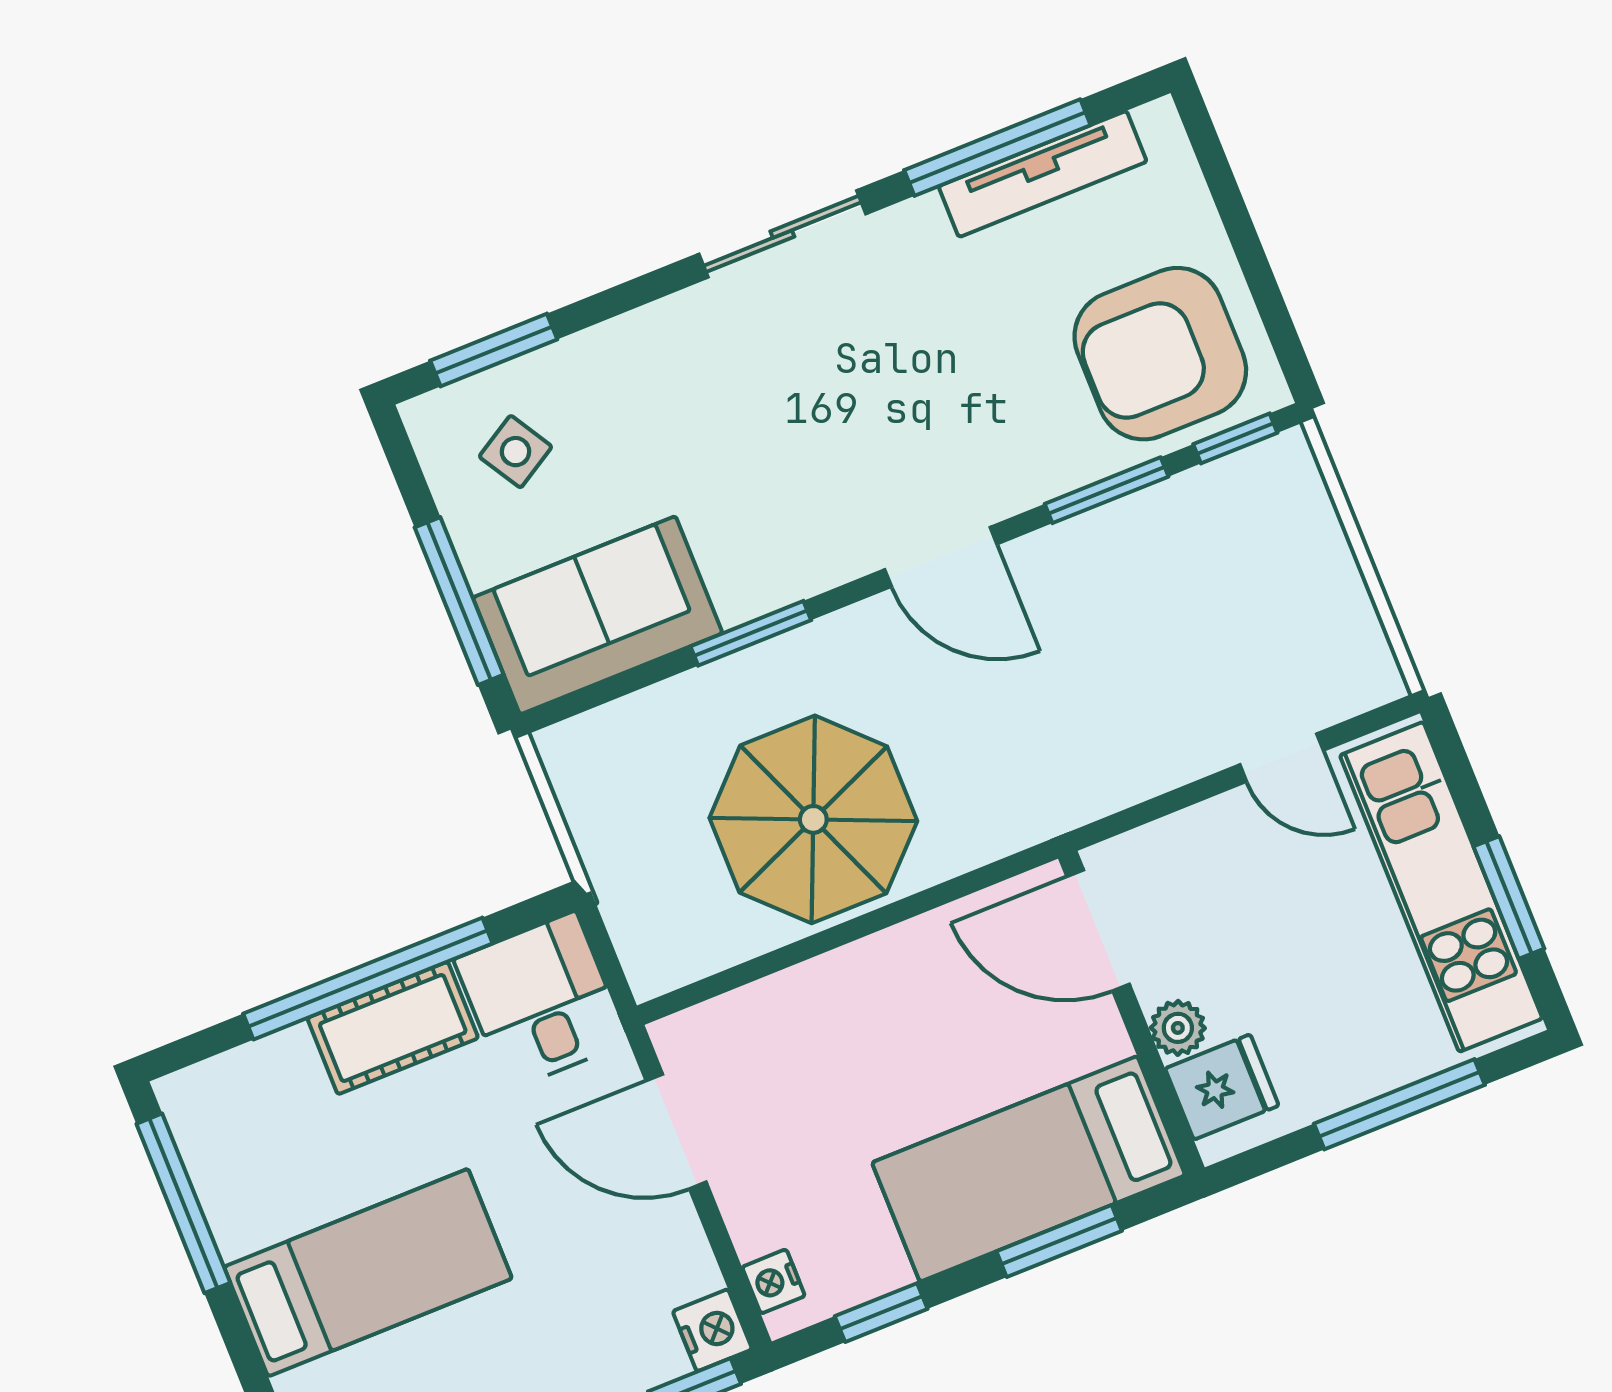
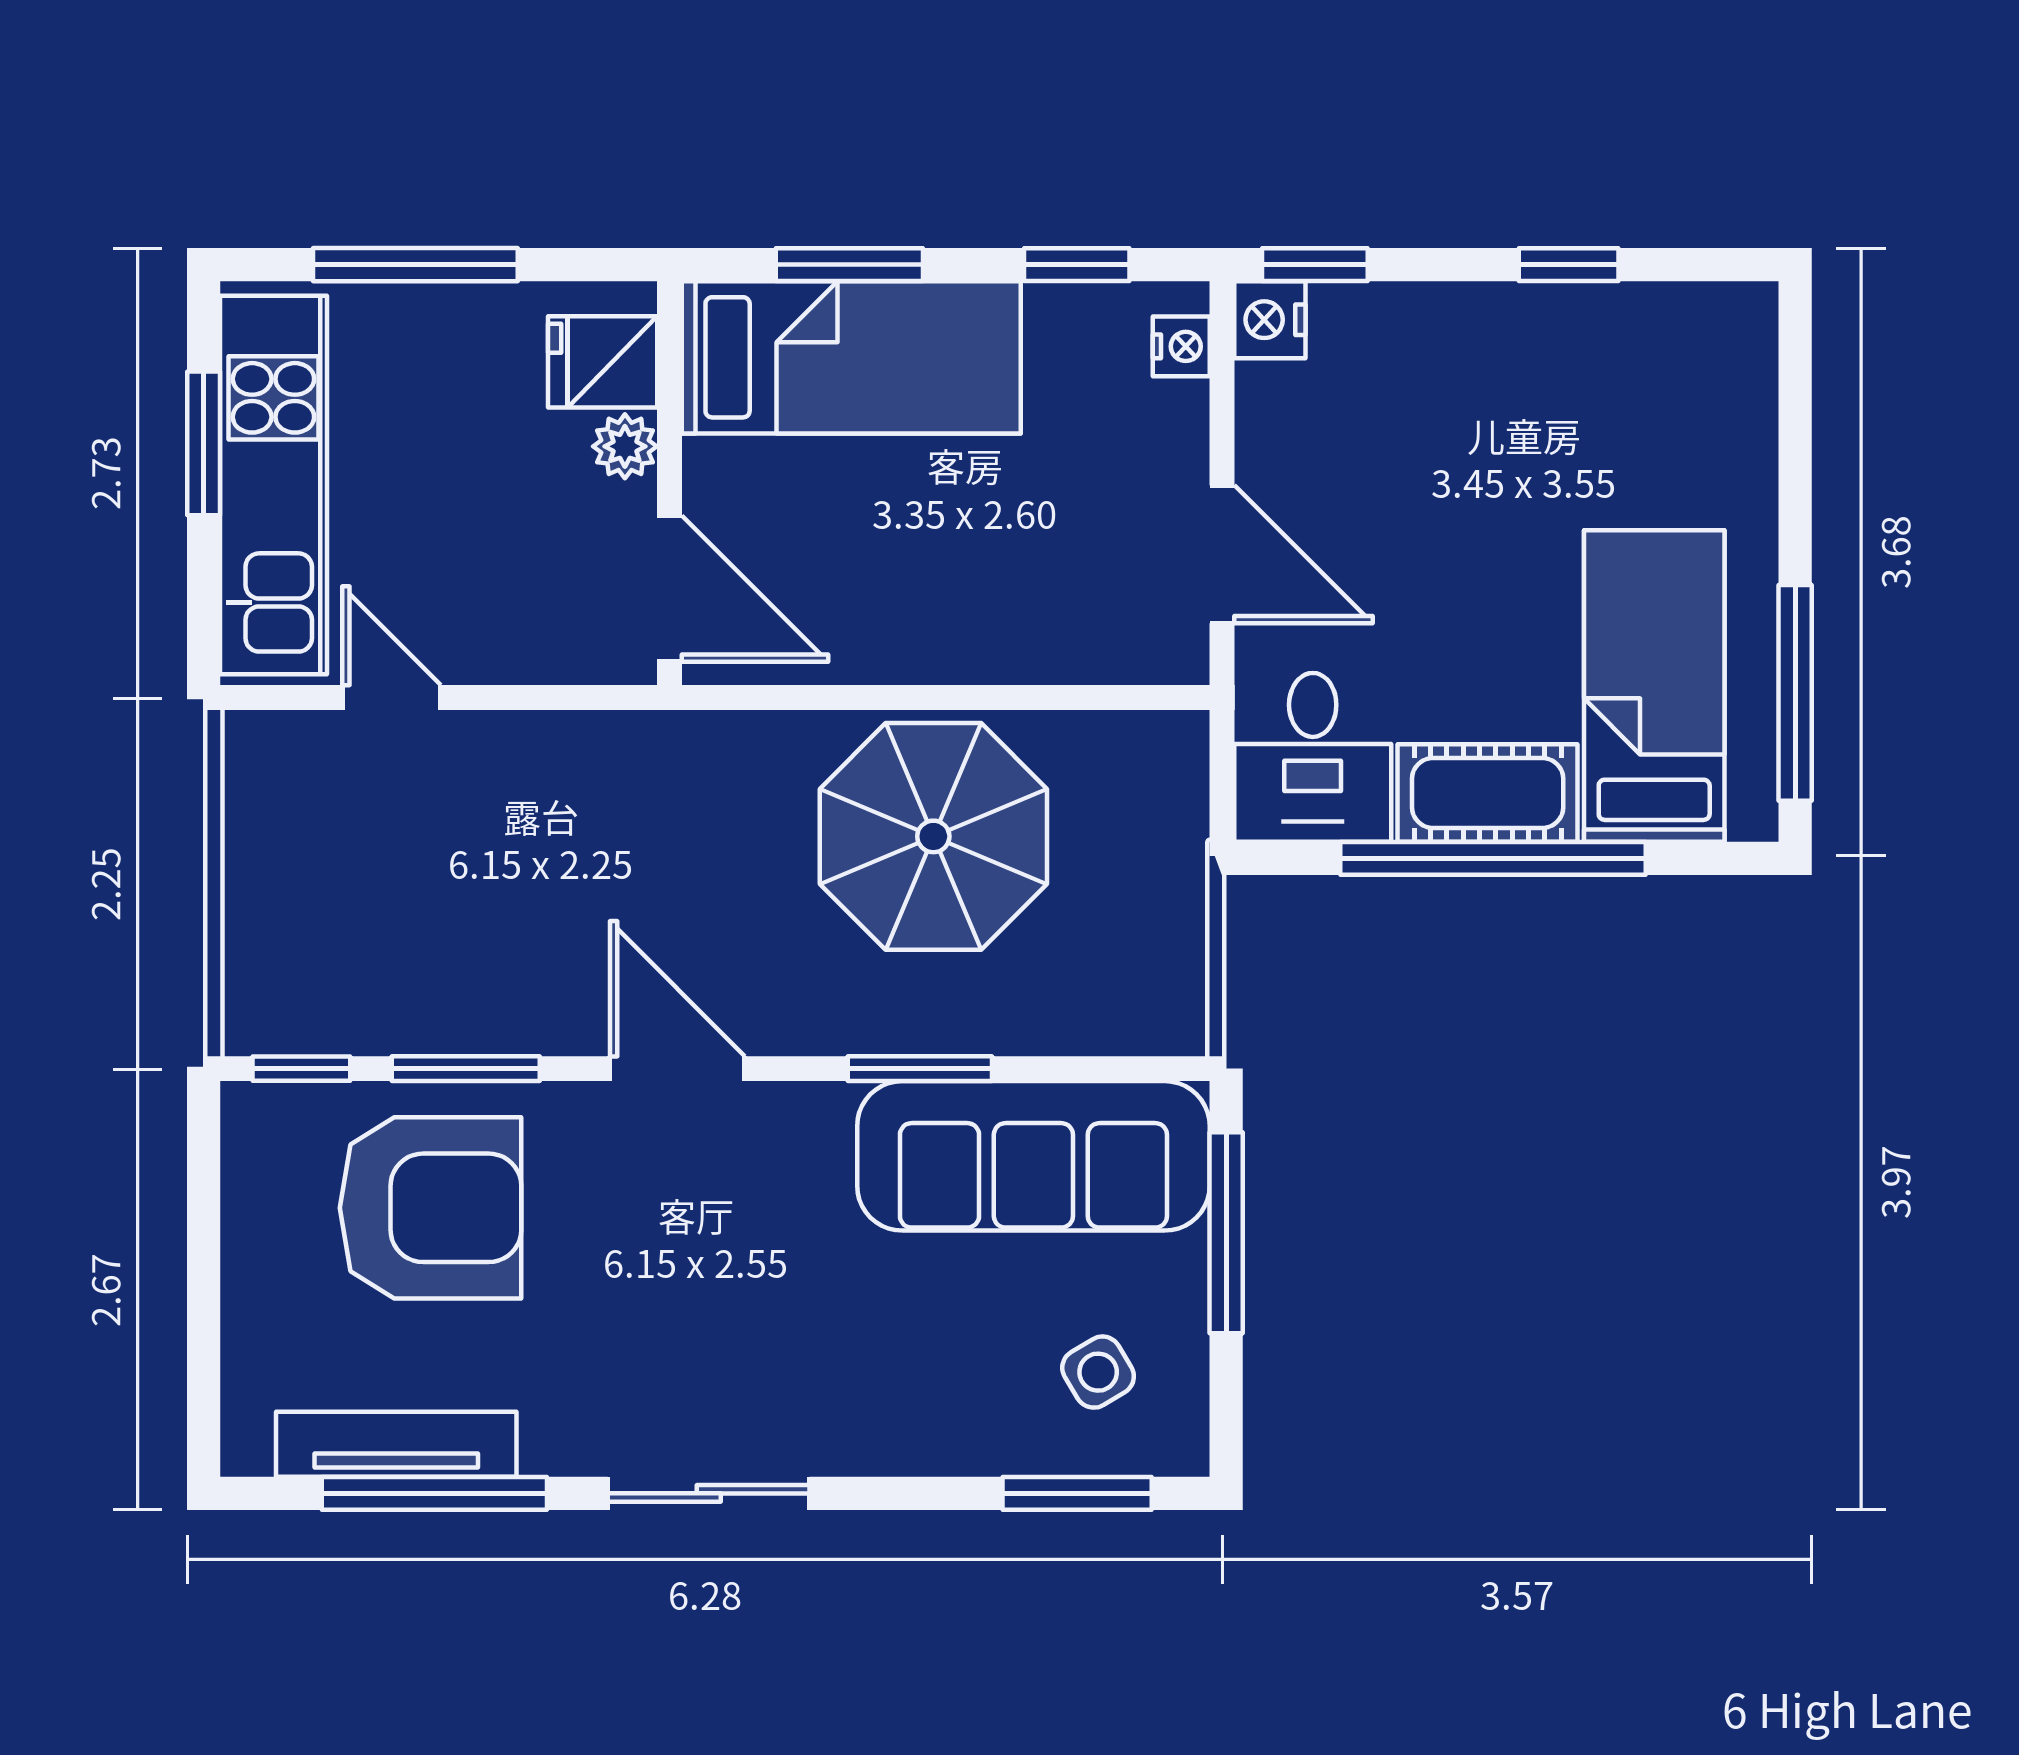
armchair: (1160, 354) -> (431, 1208), moved
sofa: (598, 615) -> (1033, 1156), width x1.36
bed: (368, 1273) -> (1654, 686), moved, turned 90

